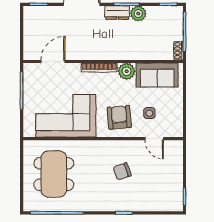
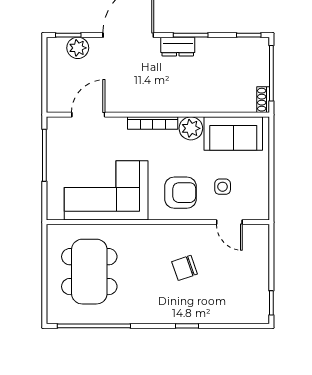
plant: (138, 14) -> (78, 48), moved
armchair: (119, 117) -> (181, 193), turned 95

